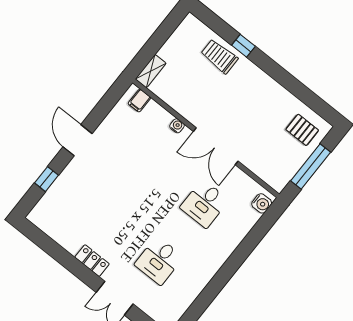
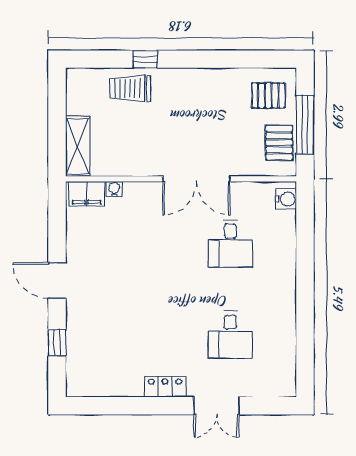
shelving: (151, 71) -> (78, 146), width x1.50, depth x1.33
filing cabinet: (139, 100) -> (87, 194), width x2.00
water cooler: (177, 126) -> (114, 189), moved
pallet: (285, 165) -> (279, 143), added

